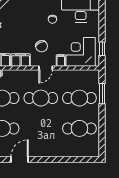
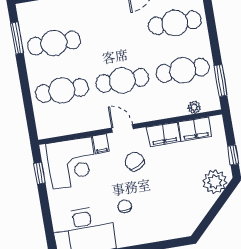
door: (46, 68) -> (123, 128), hinge flipped
window: (102, 94) -> (17, 38), moved

